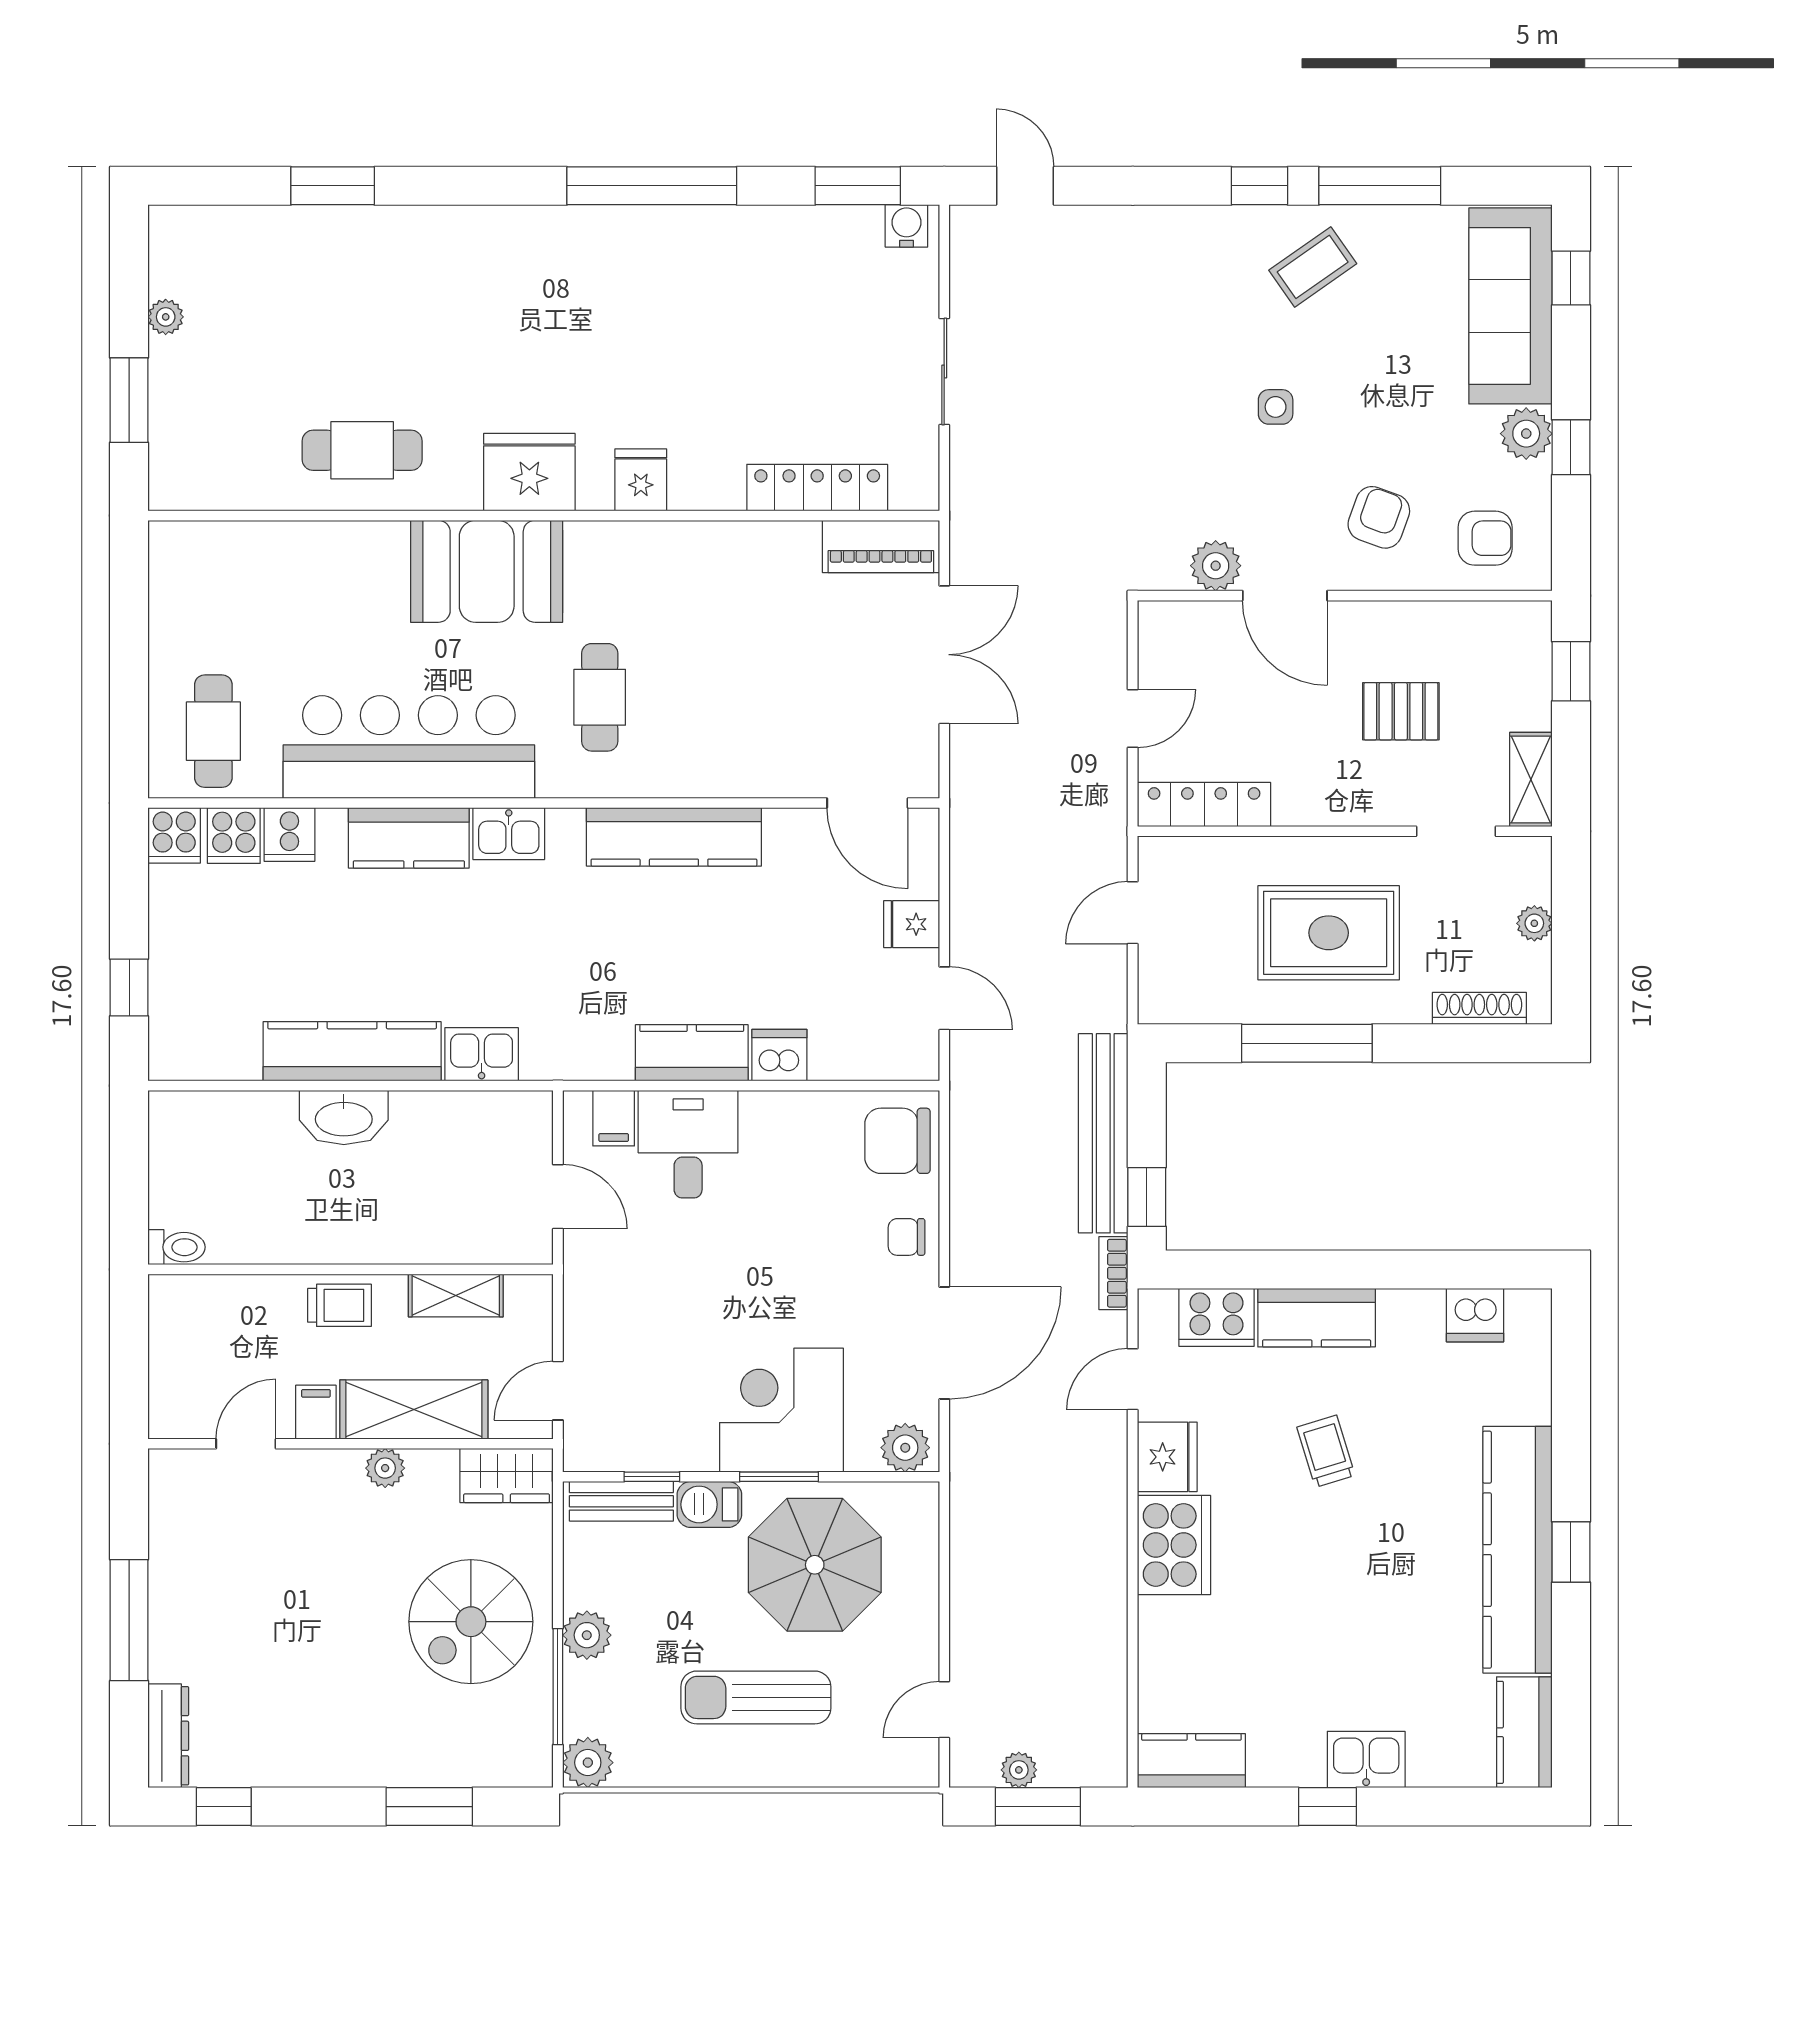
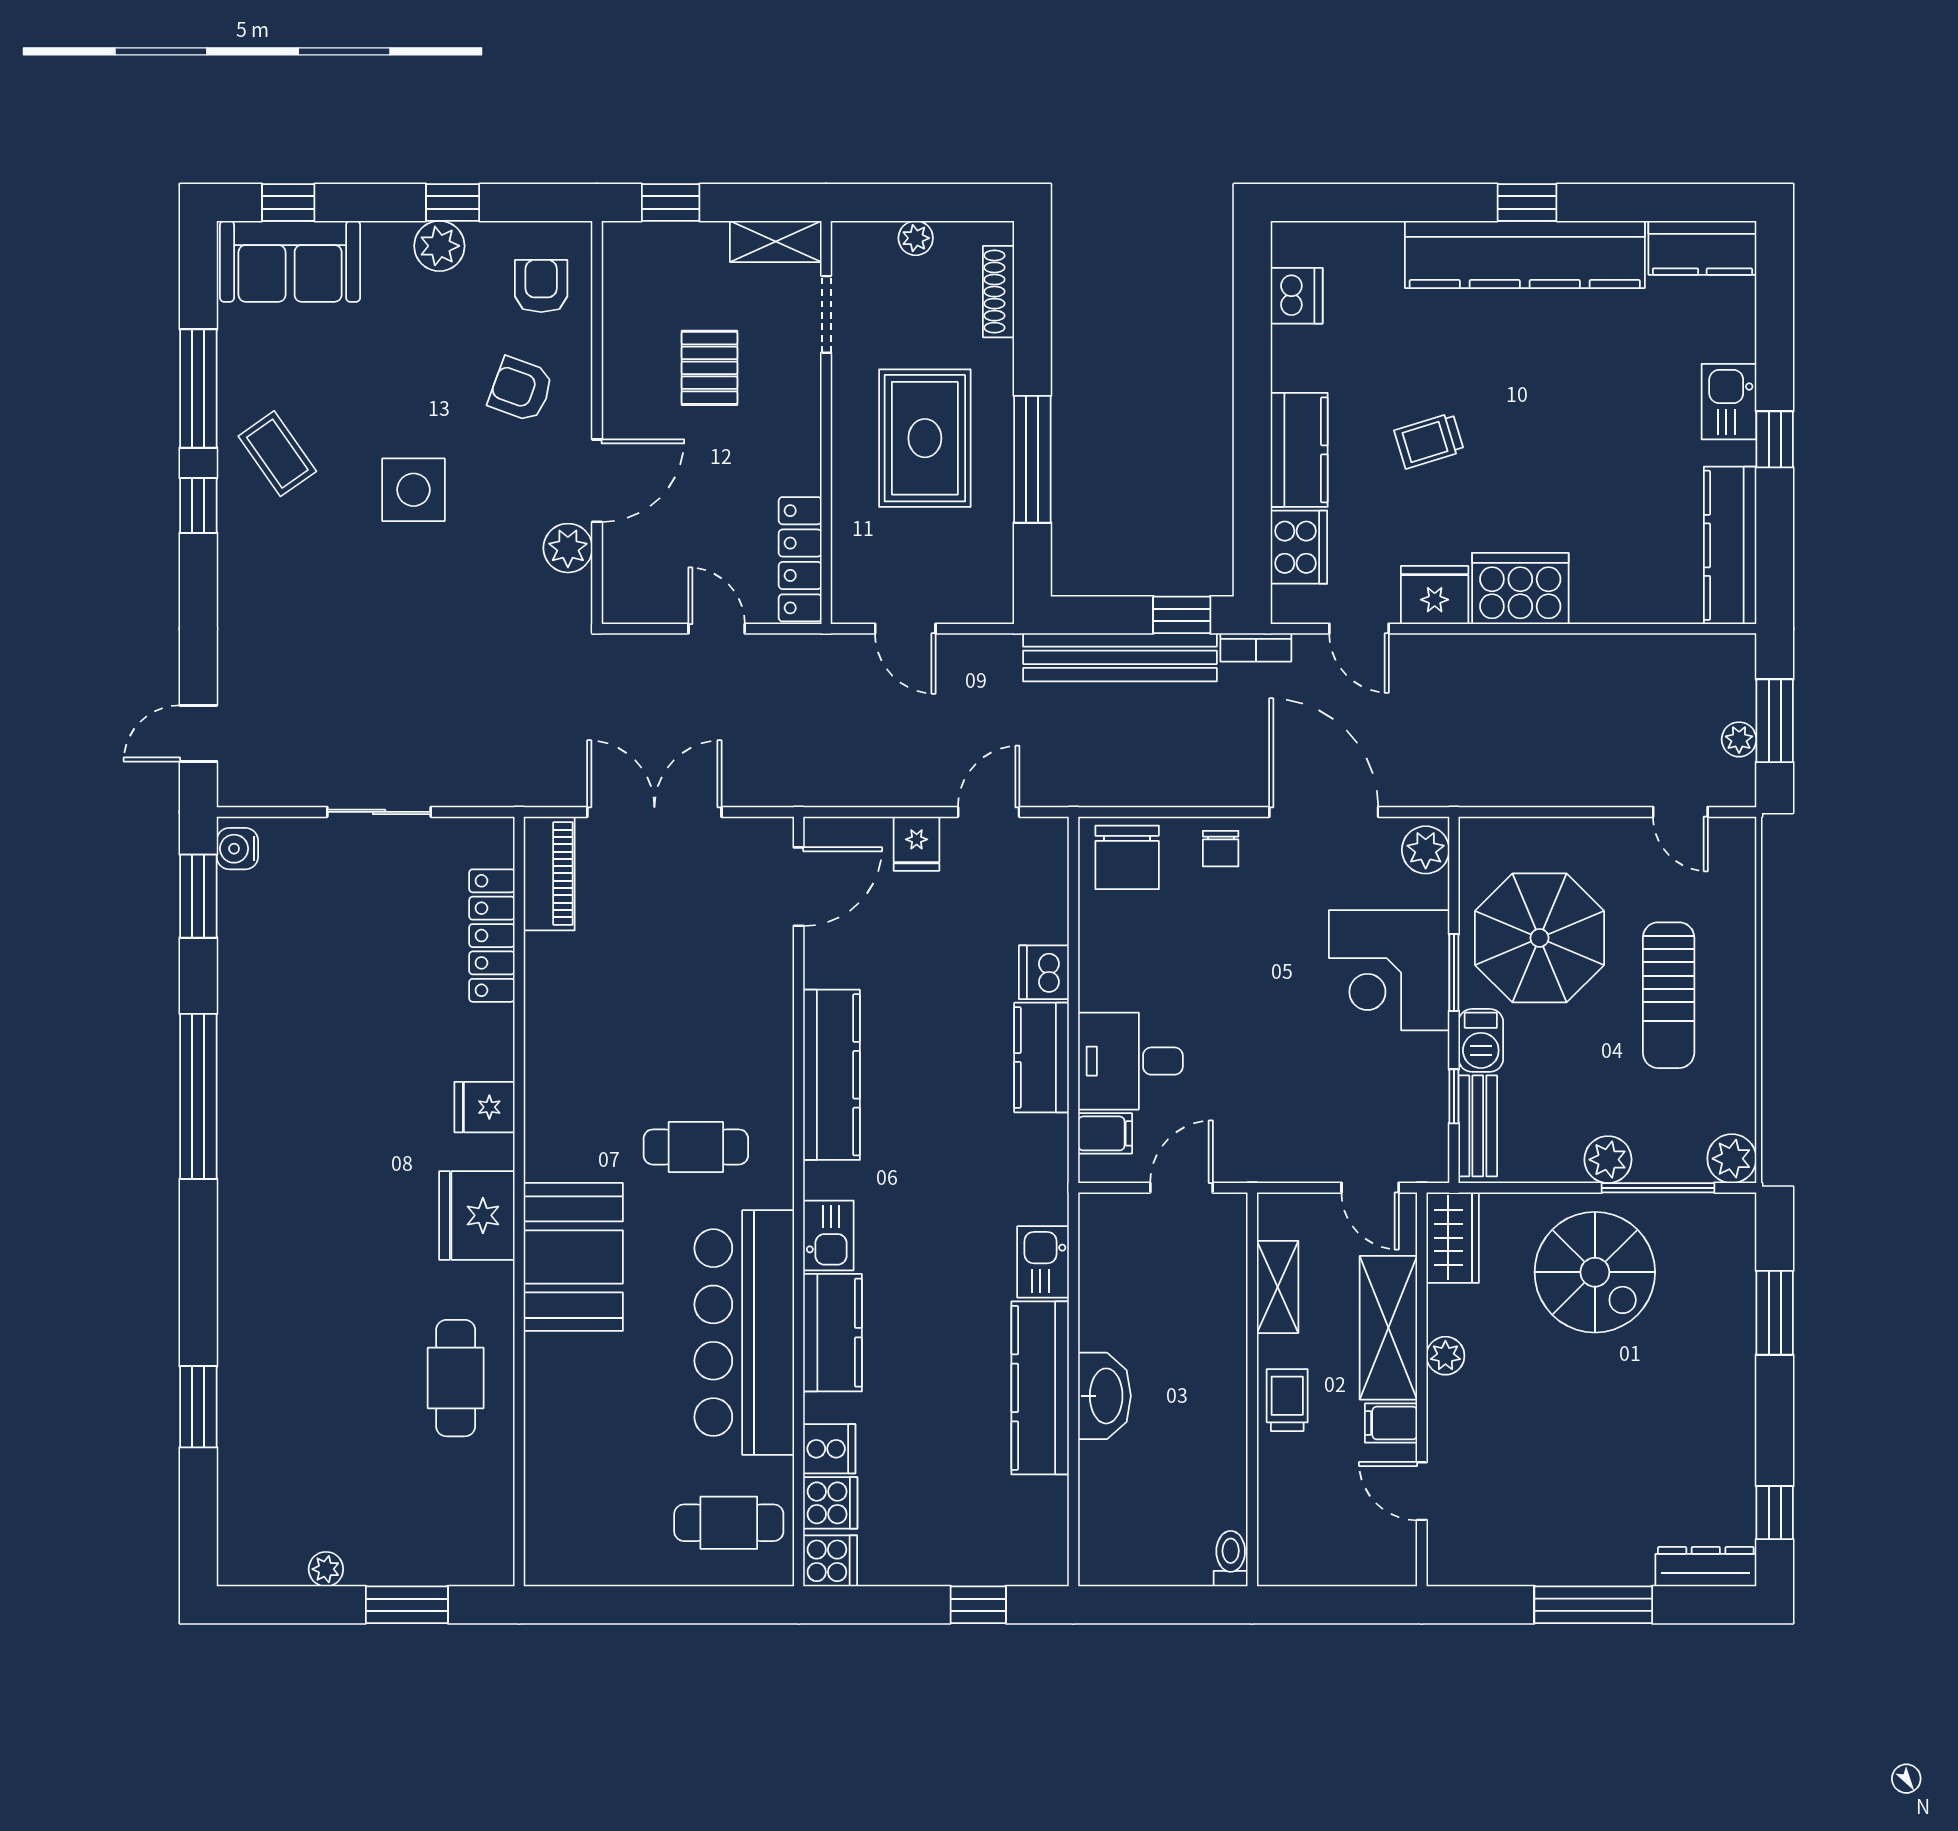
sofa: (1510, 306) -> (290, 261), width x0.73
side table: (1276, 407) -> (413, 490), width x1.87, depth x1.87
kitchen counter: (1191, 1761) -> (1730, 545), width x1.50

